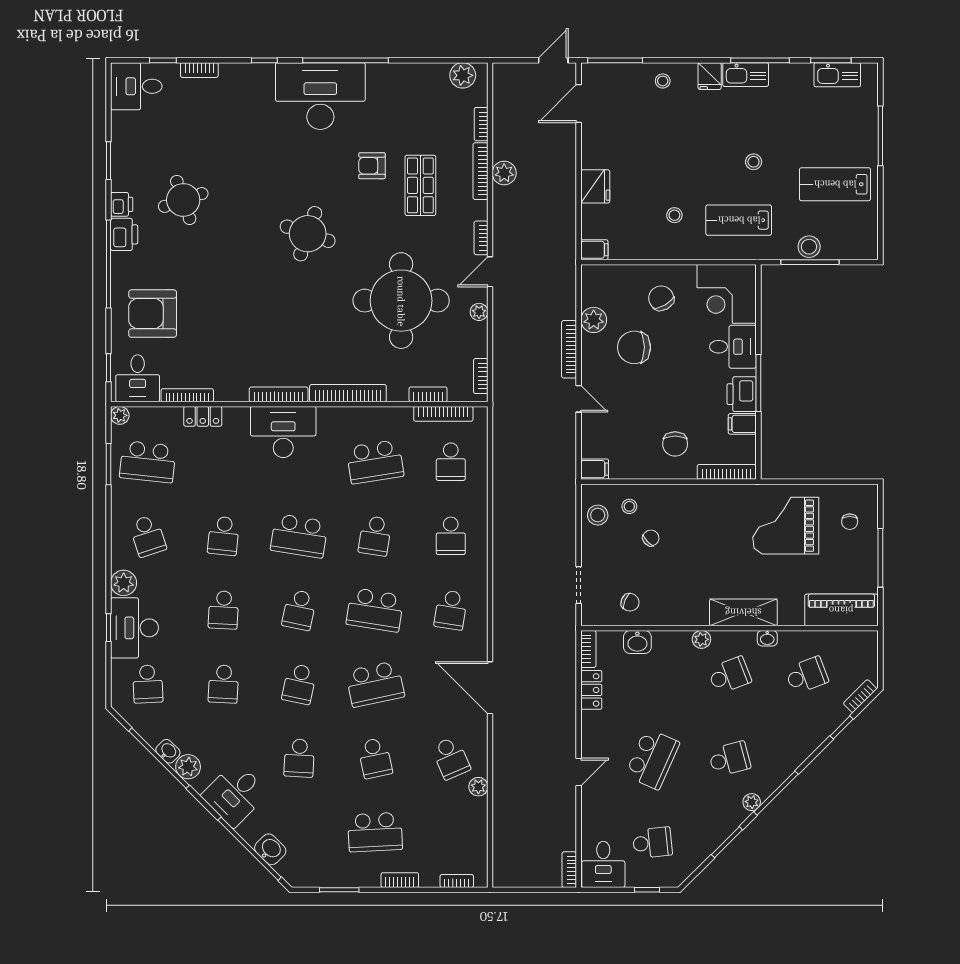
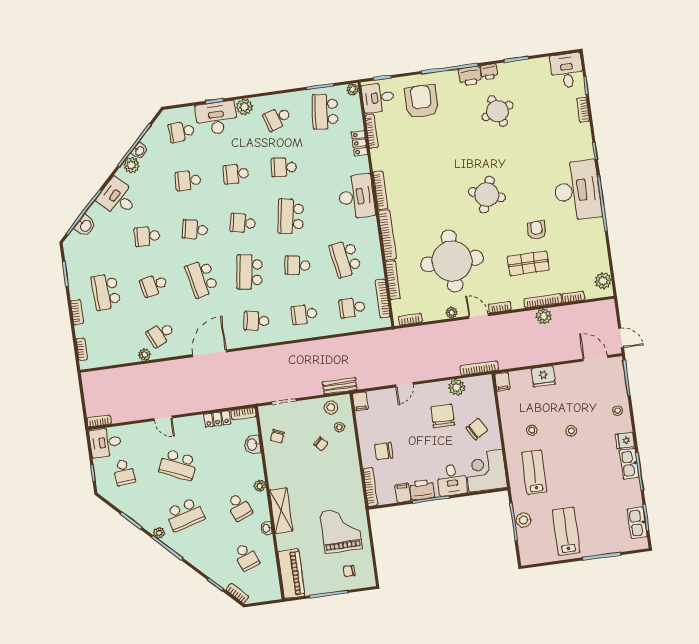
stool: (754, 162) -> (571, 431), moved
bookcase: (569, 349) -> (479, 368), moved
bookcase: (428, 394) -> (393, 280), width x1.56
bench: (567, 497) -> (340, 386), added
school desk: (730, 759) -> (185, 515), width x1.85

